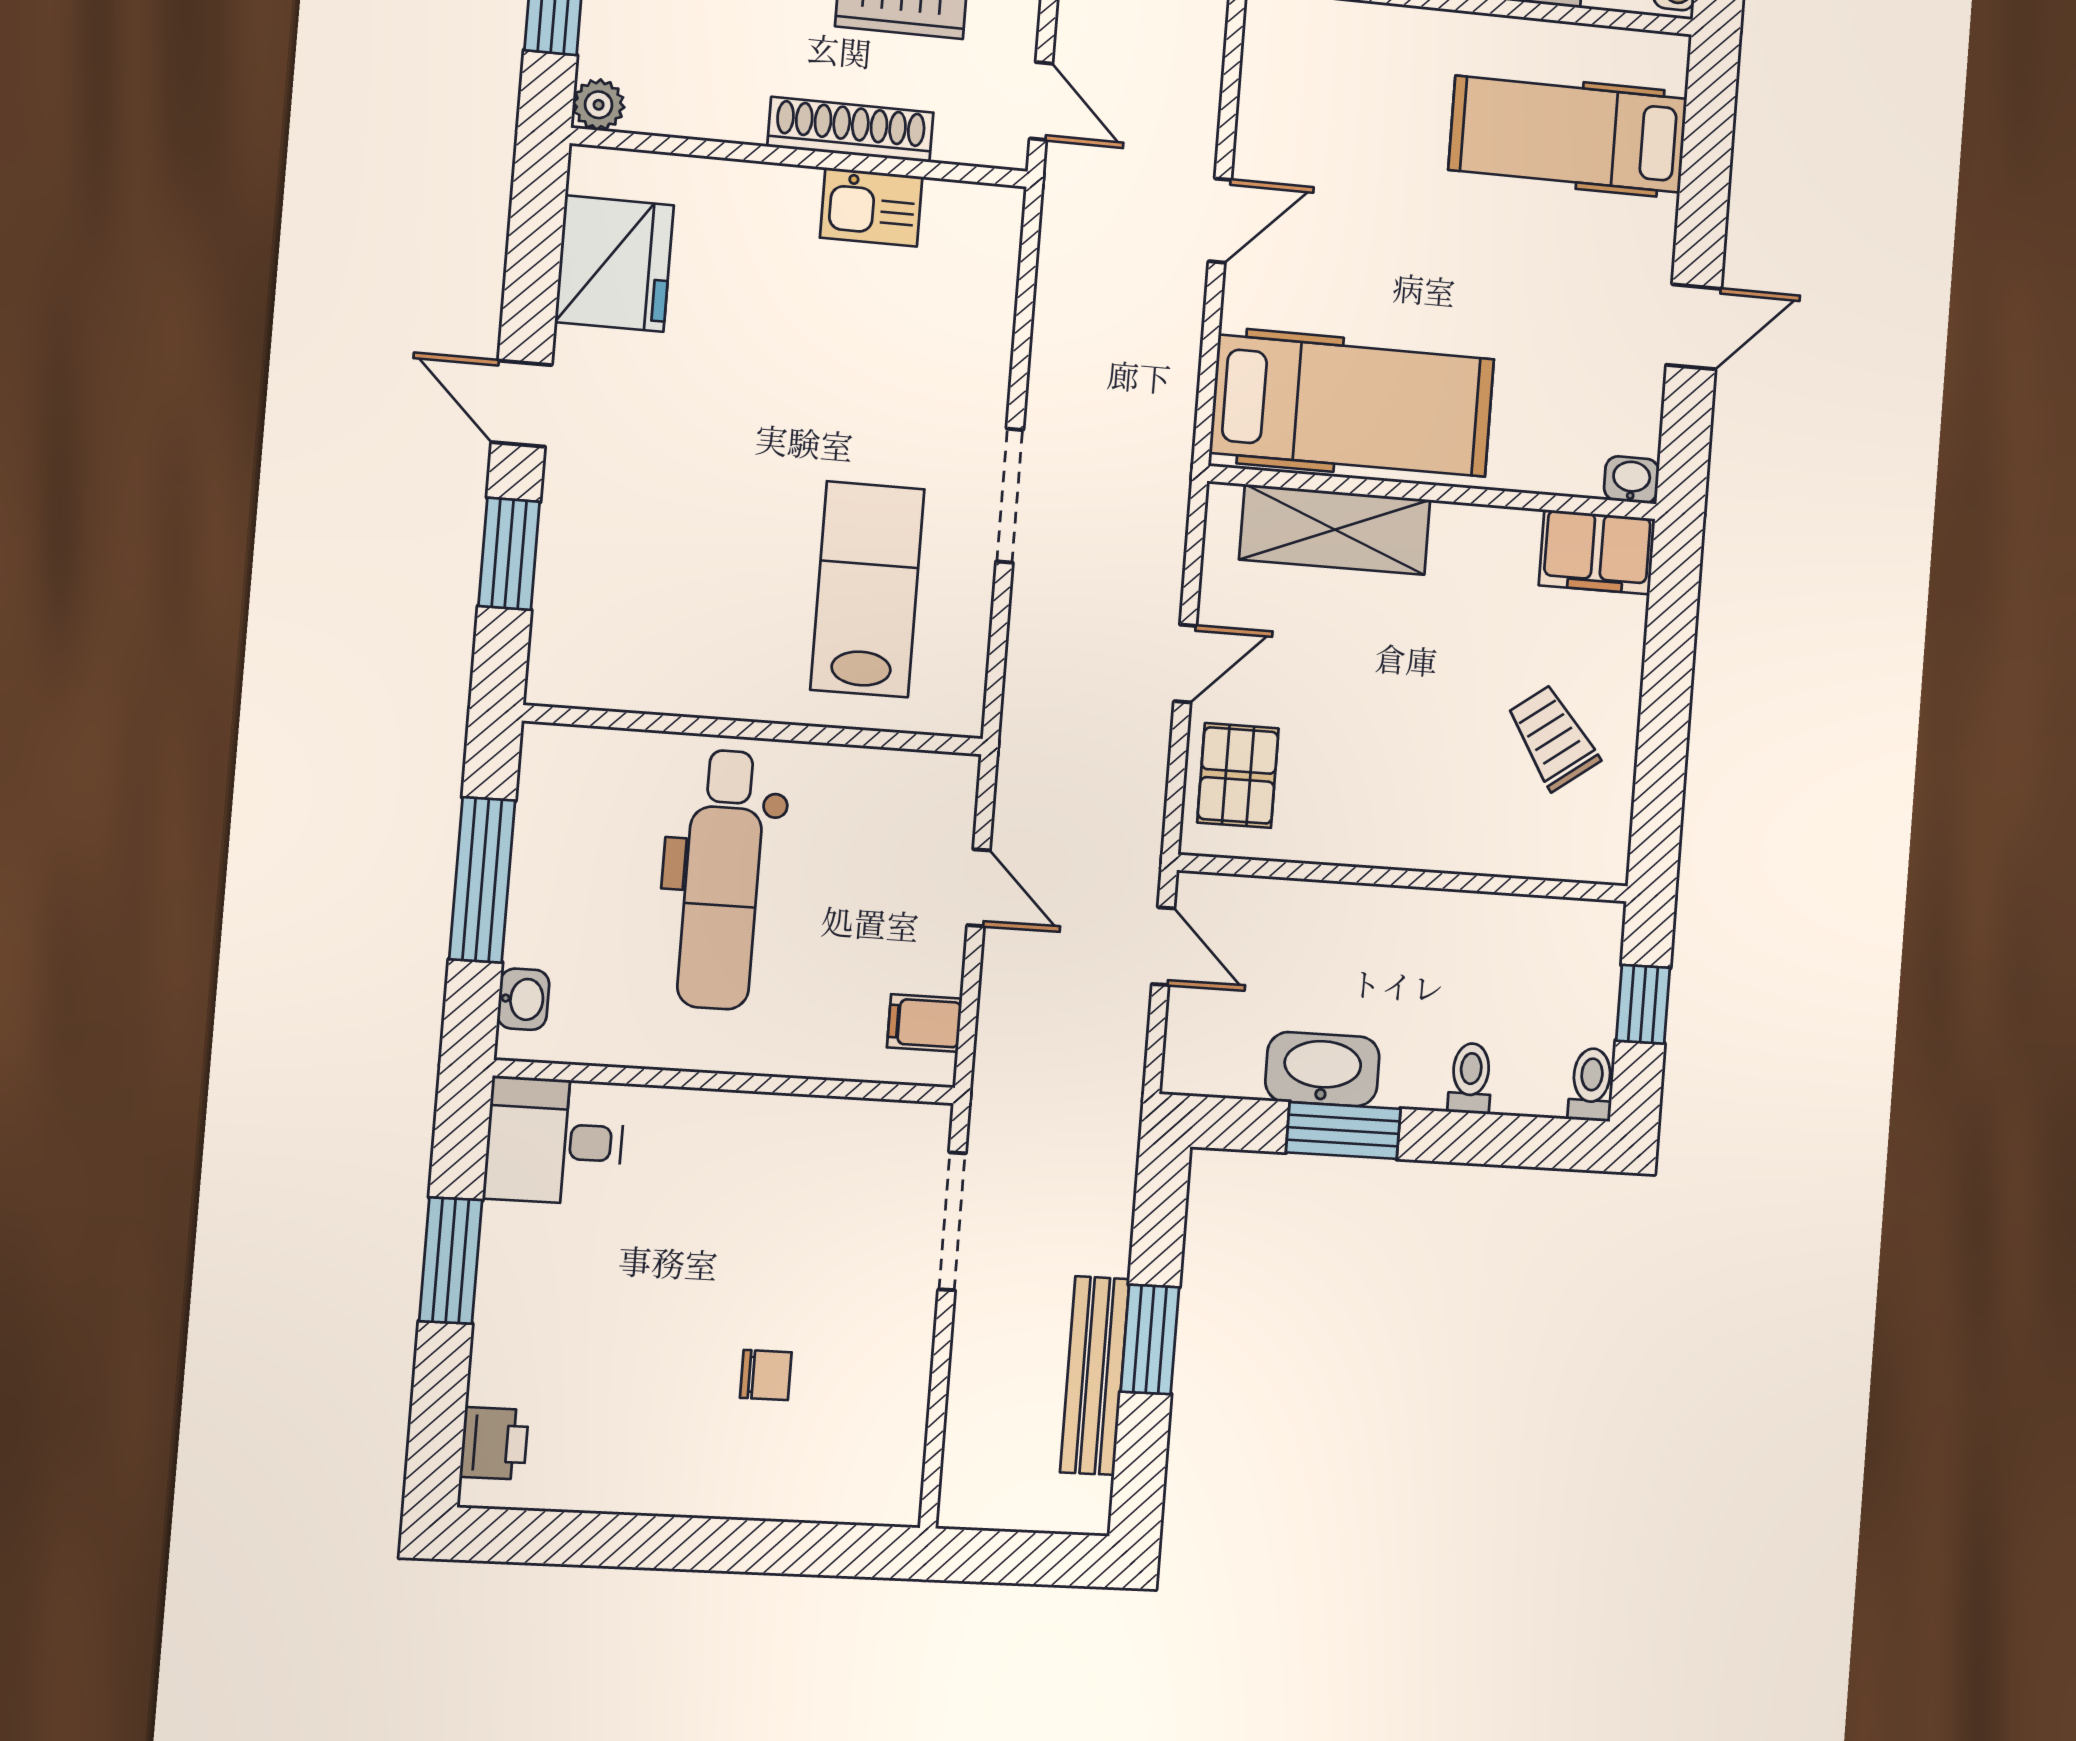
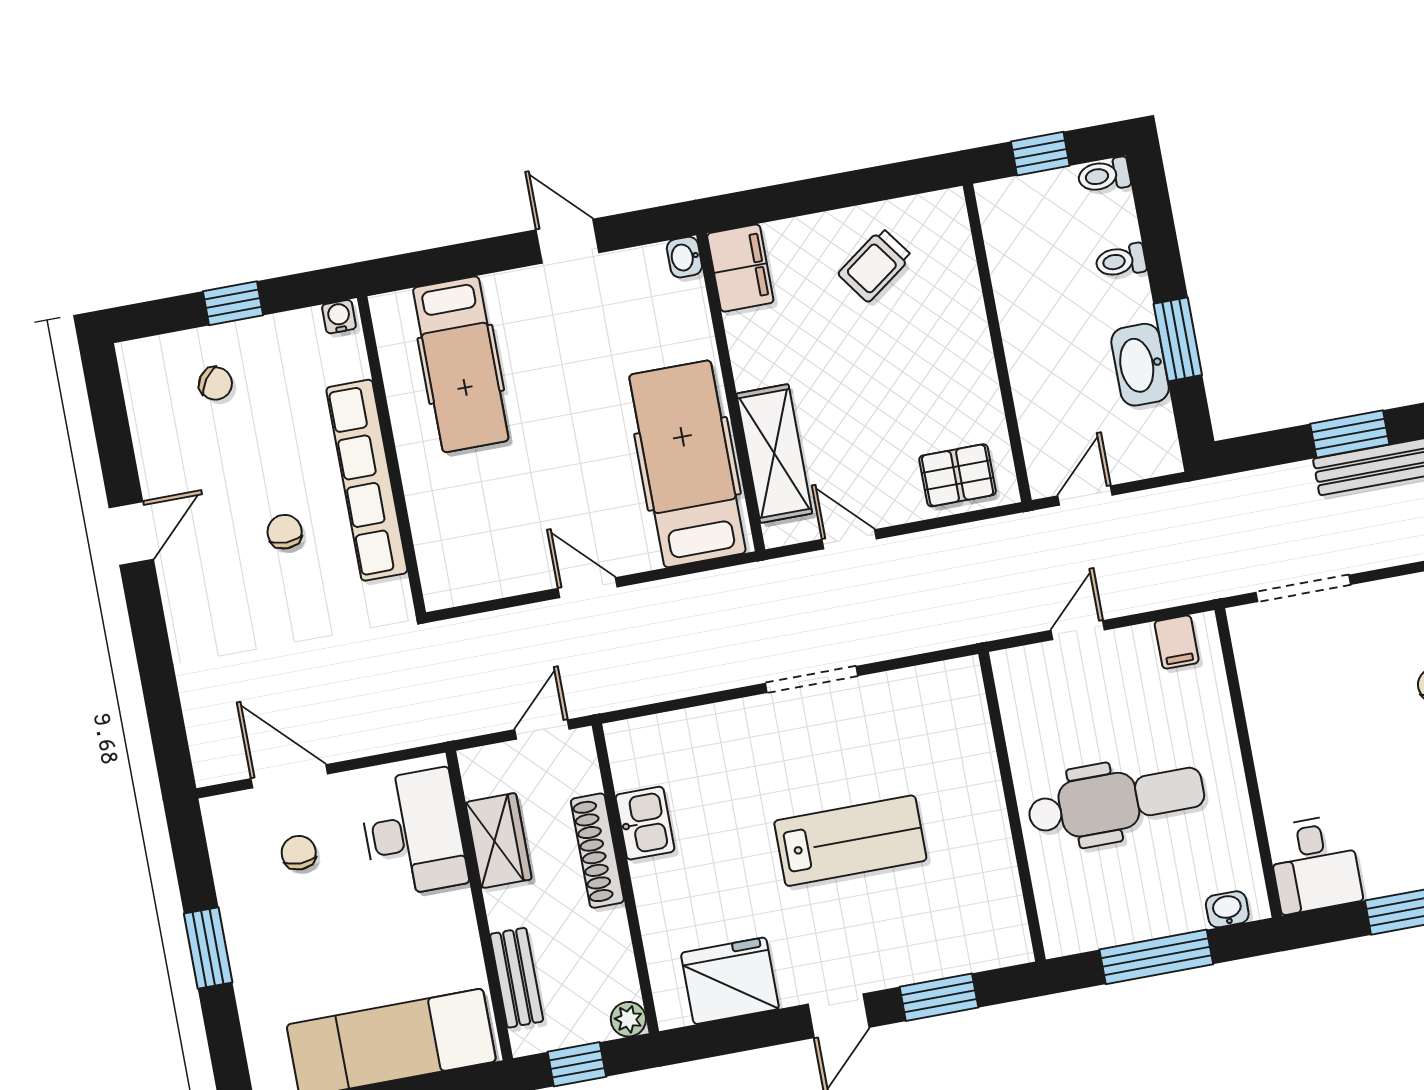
lab bench: (867, 589) -> (850, 841), moved, turned 180
door: (1185, 664) -> (849, 539), moved

